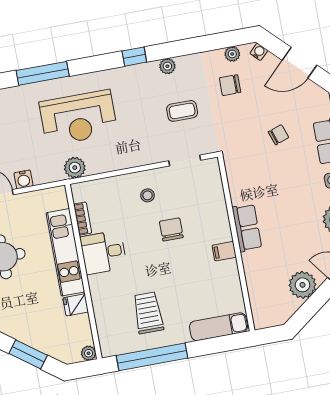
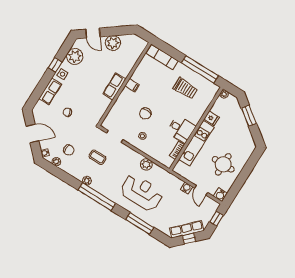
window: (134, 57) -> (97, 197), width x3.17
plant: (75, 168) -> (146, 164), moved
trolley: (148, 313) -> (185, 88), turned -90

